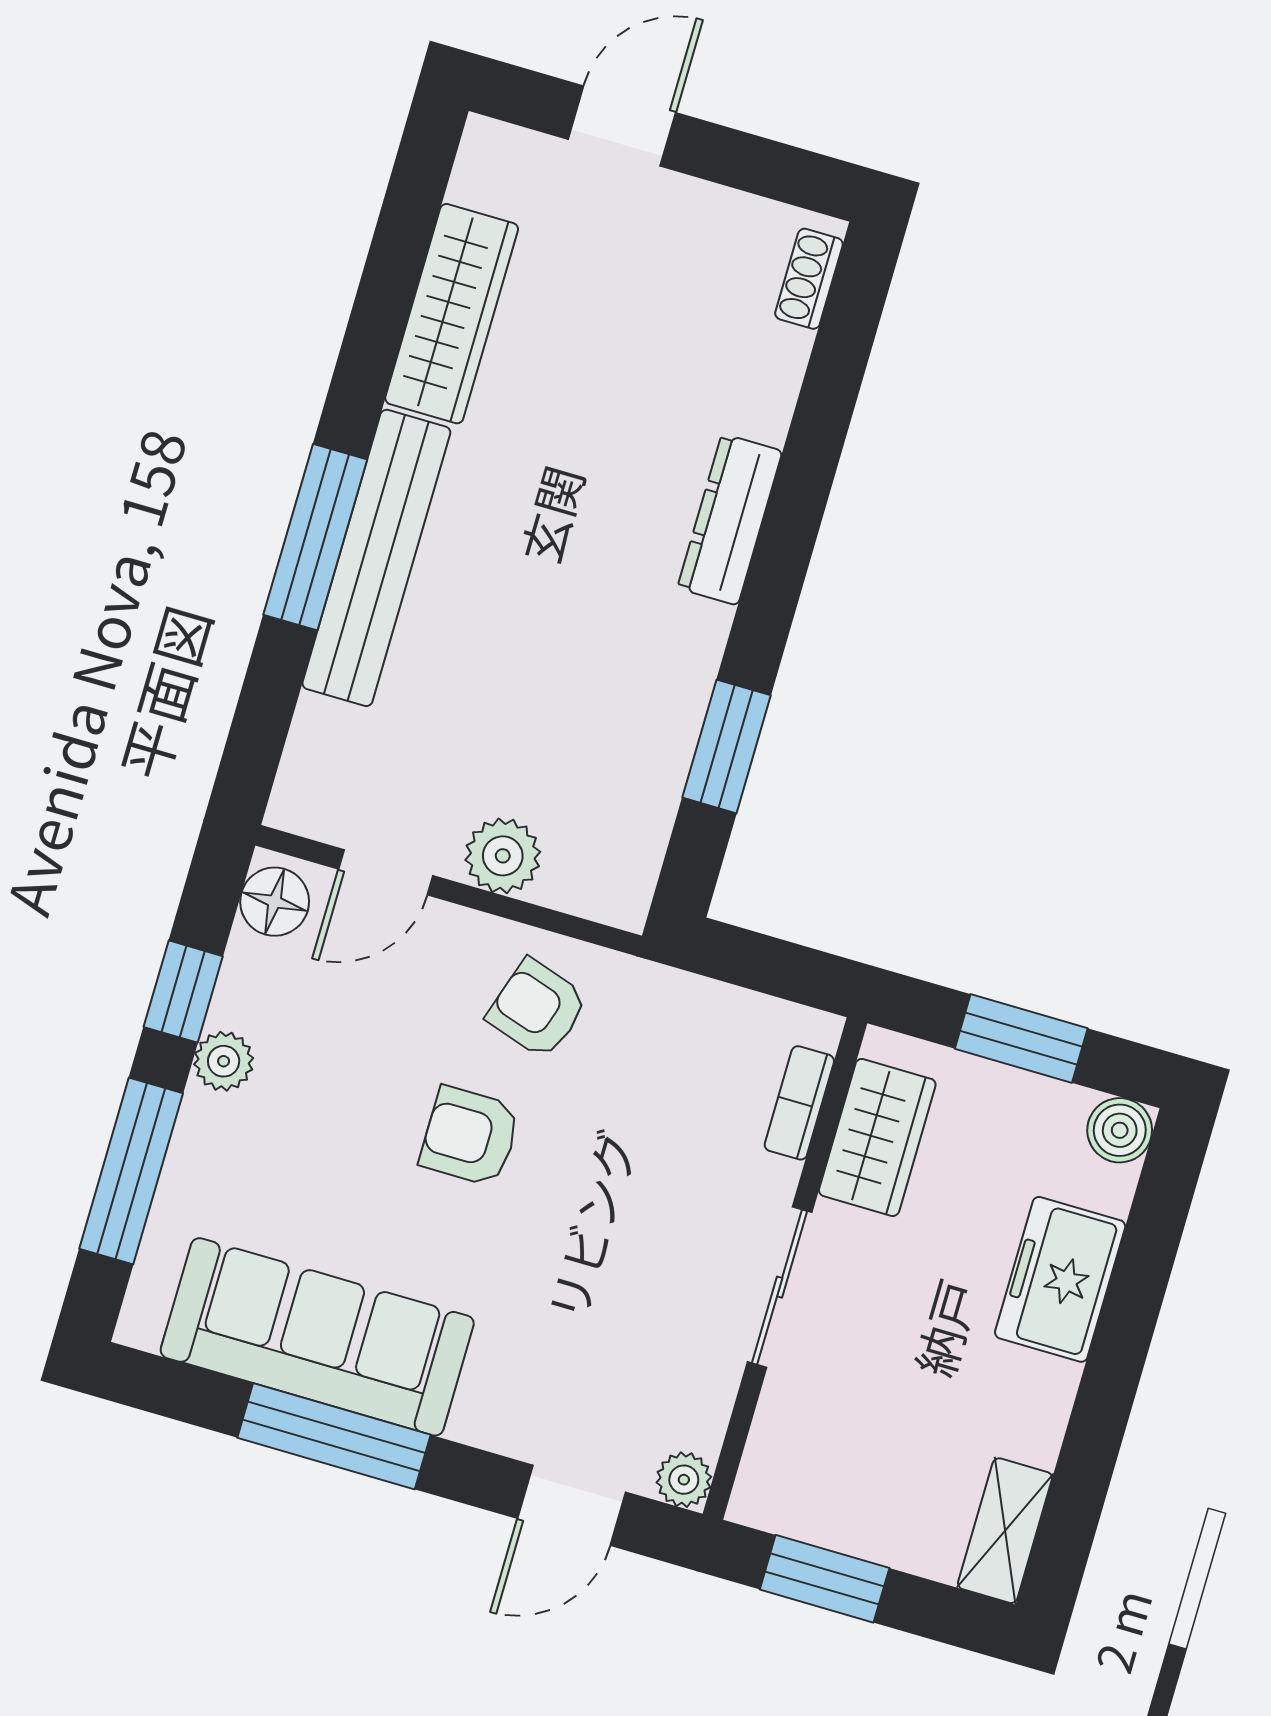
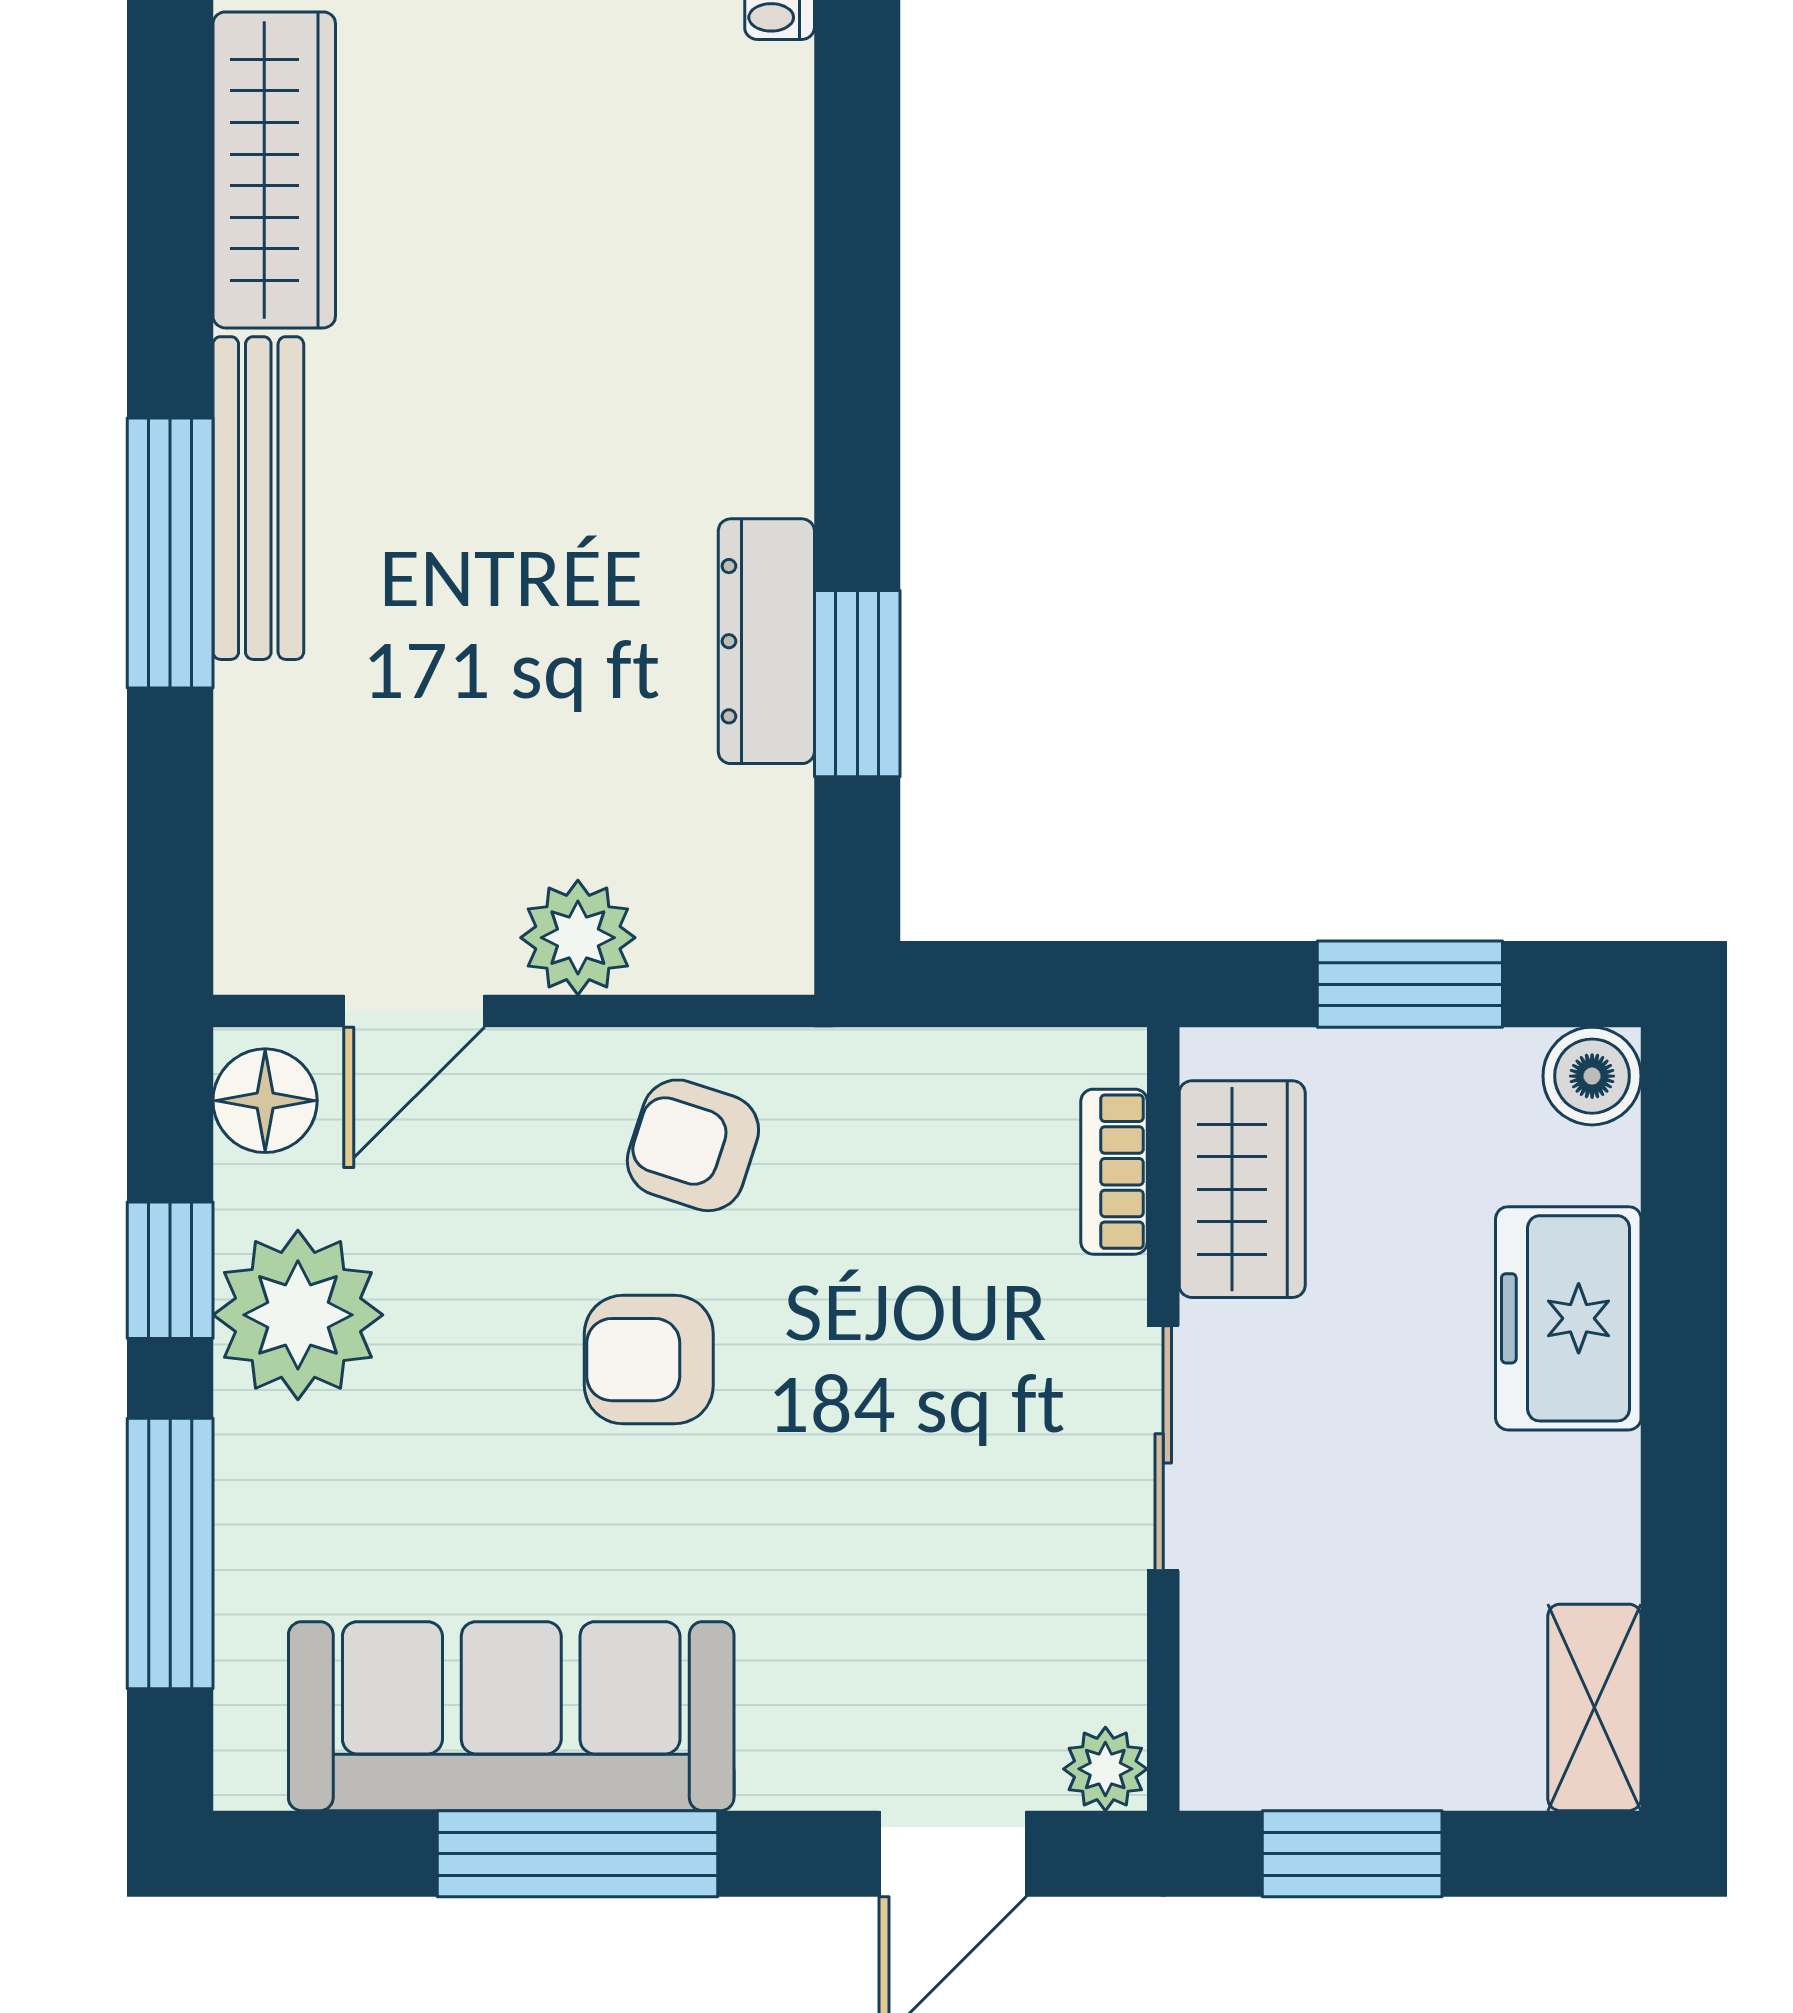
dresser: (730, 520) -> (766, 641), moved
bench: (376, 558) -> (258, 498), width x0.73, depth x0.82
plant: (224, 1061) -> (298, 1315), width x1.88, depth x1.88

